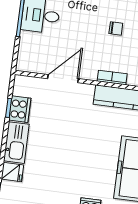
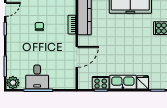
door: (63, 79) -> (77, 57), swing flipped

